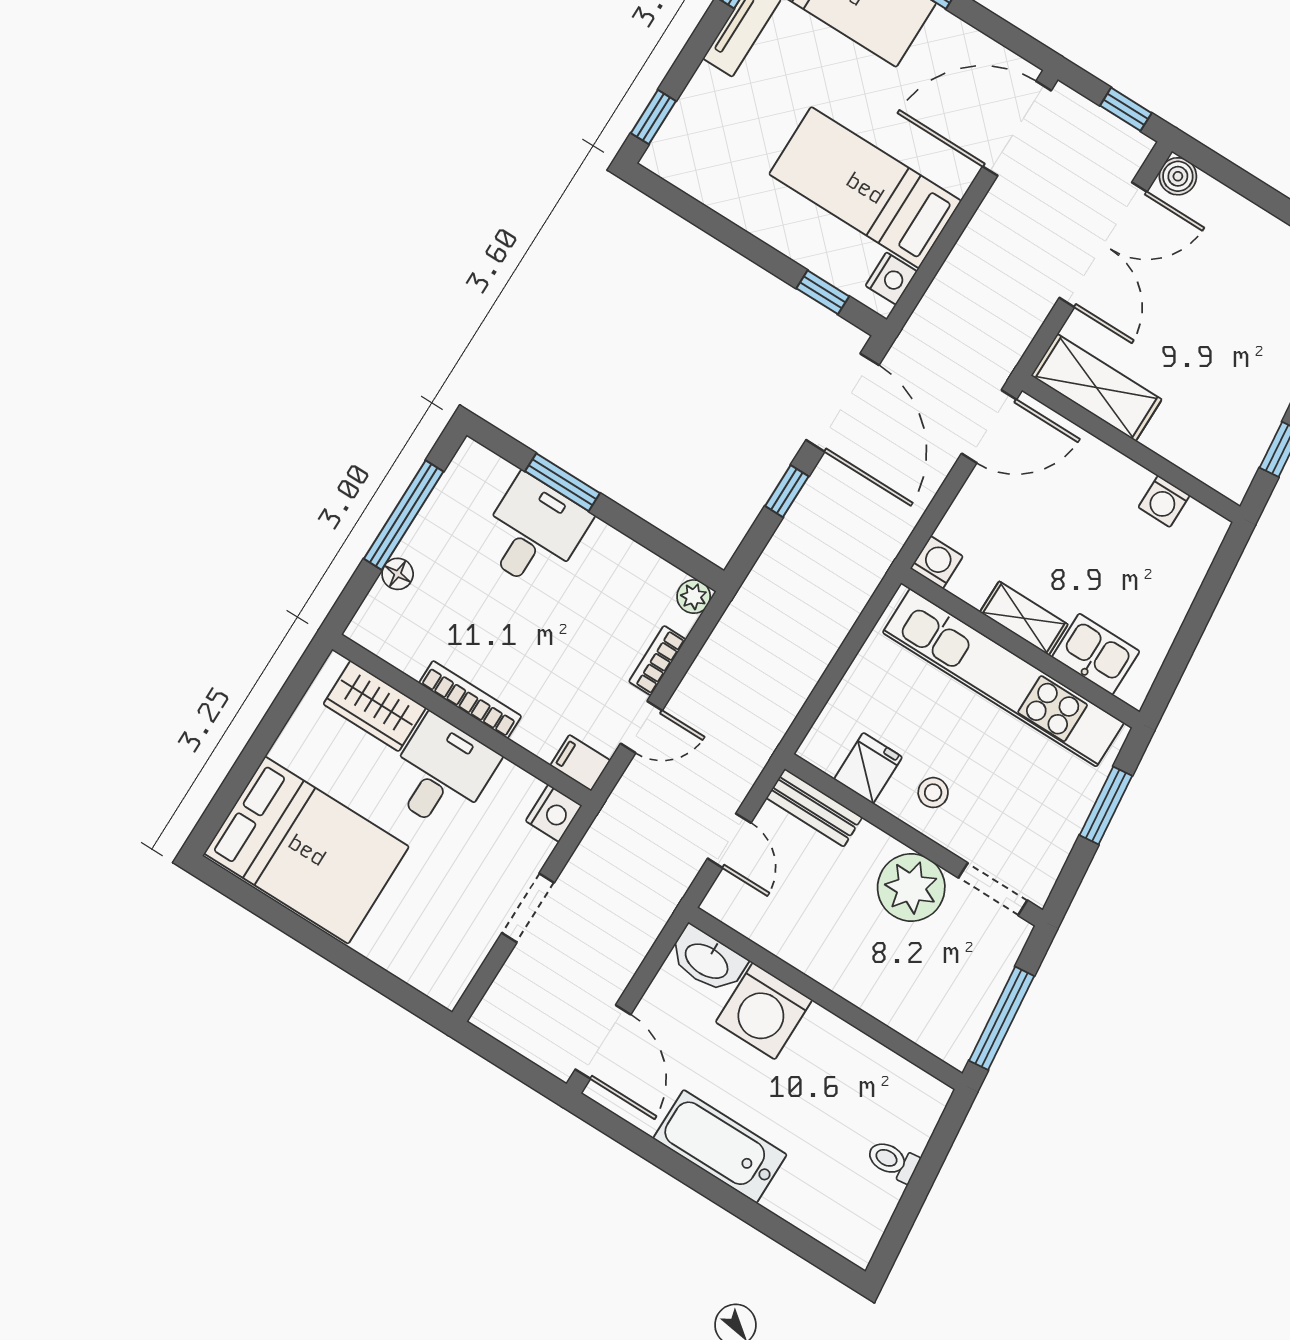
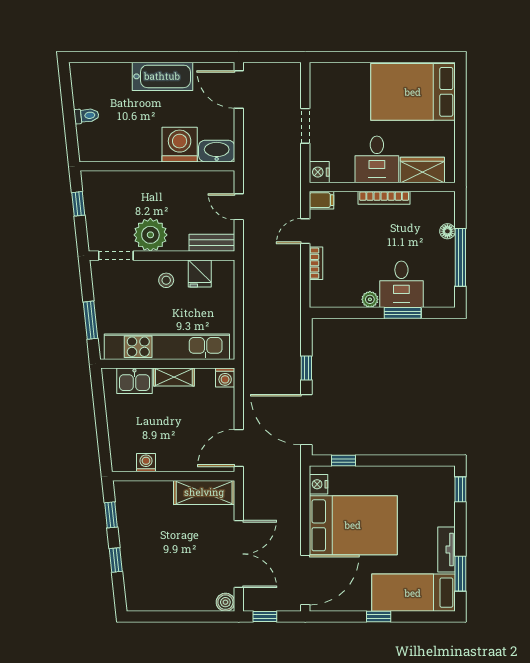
bed: (865, 188) -> (353, 525), width x1.50
double door: (1103, 245) -> (239, 554), swing flipped
plant: (694, 597) -> (370, 299), moved
window: (1002, 1018) -> (78, 204), width x0.46

